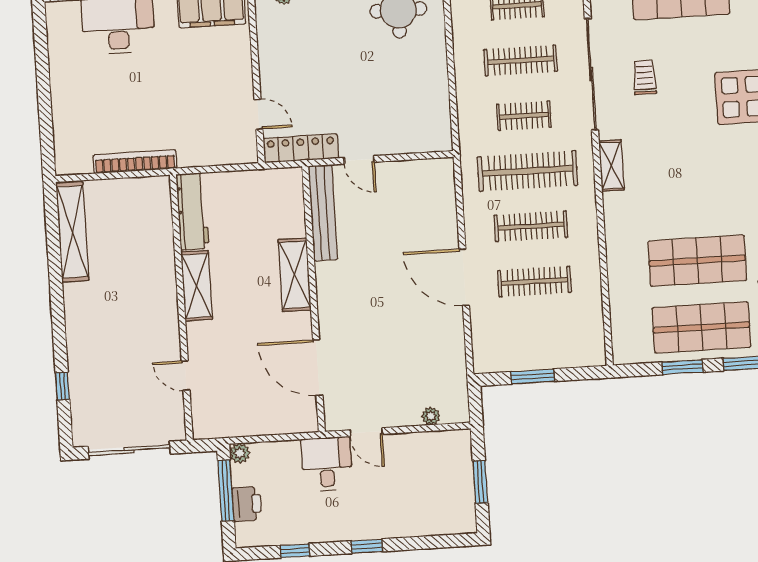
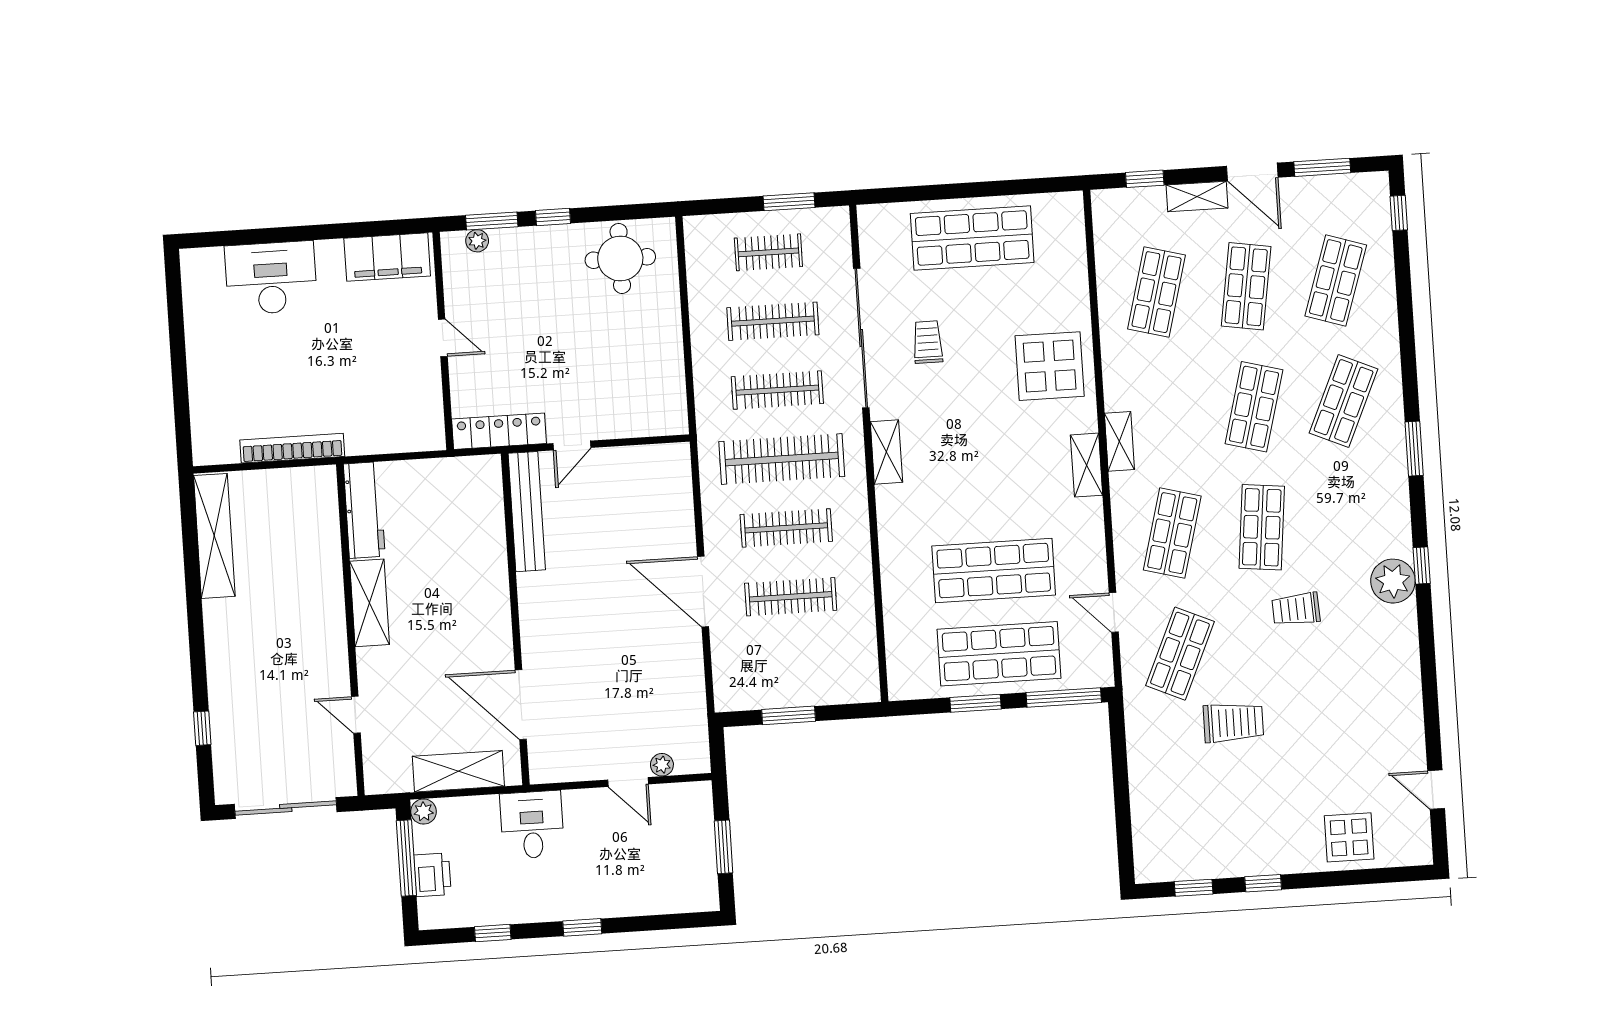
door: (258, 114) -> (443, 338), moved
clothes rail: (524, 116) -> (777, 390), width x1.36
door: (359, 160) -> (572, 445), hinge flipped
shelving: (295, 275) -> (458, 771), moved, turned 90
door: (366, 432) -> (628, 782), moved

